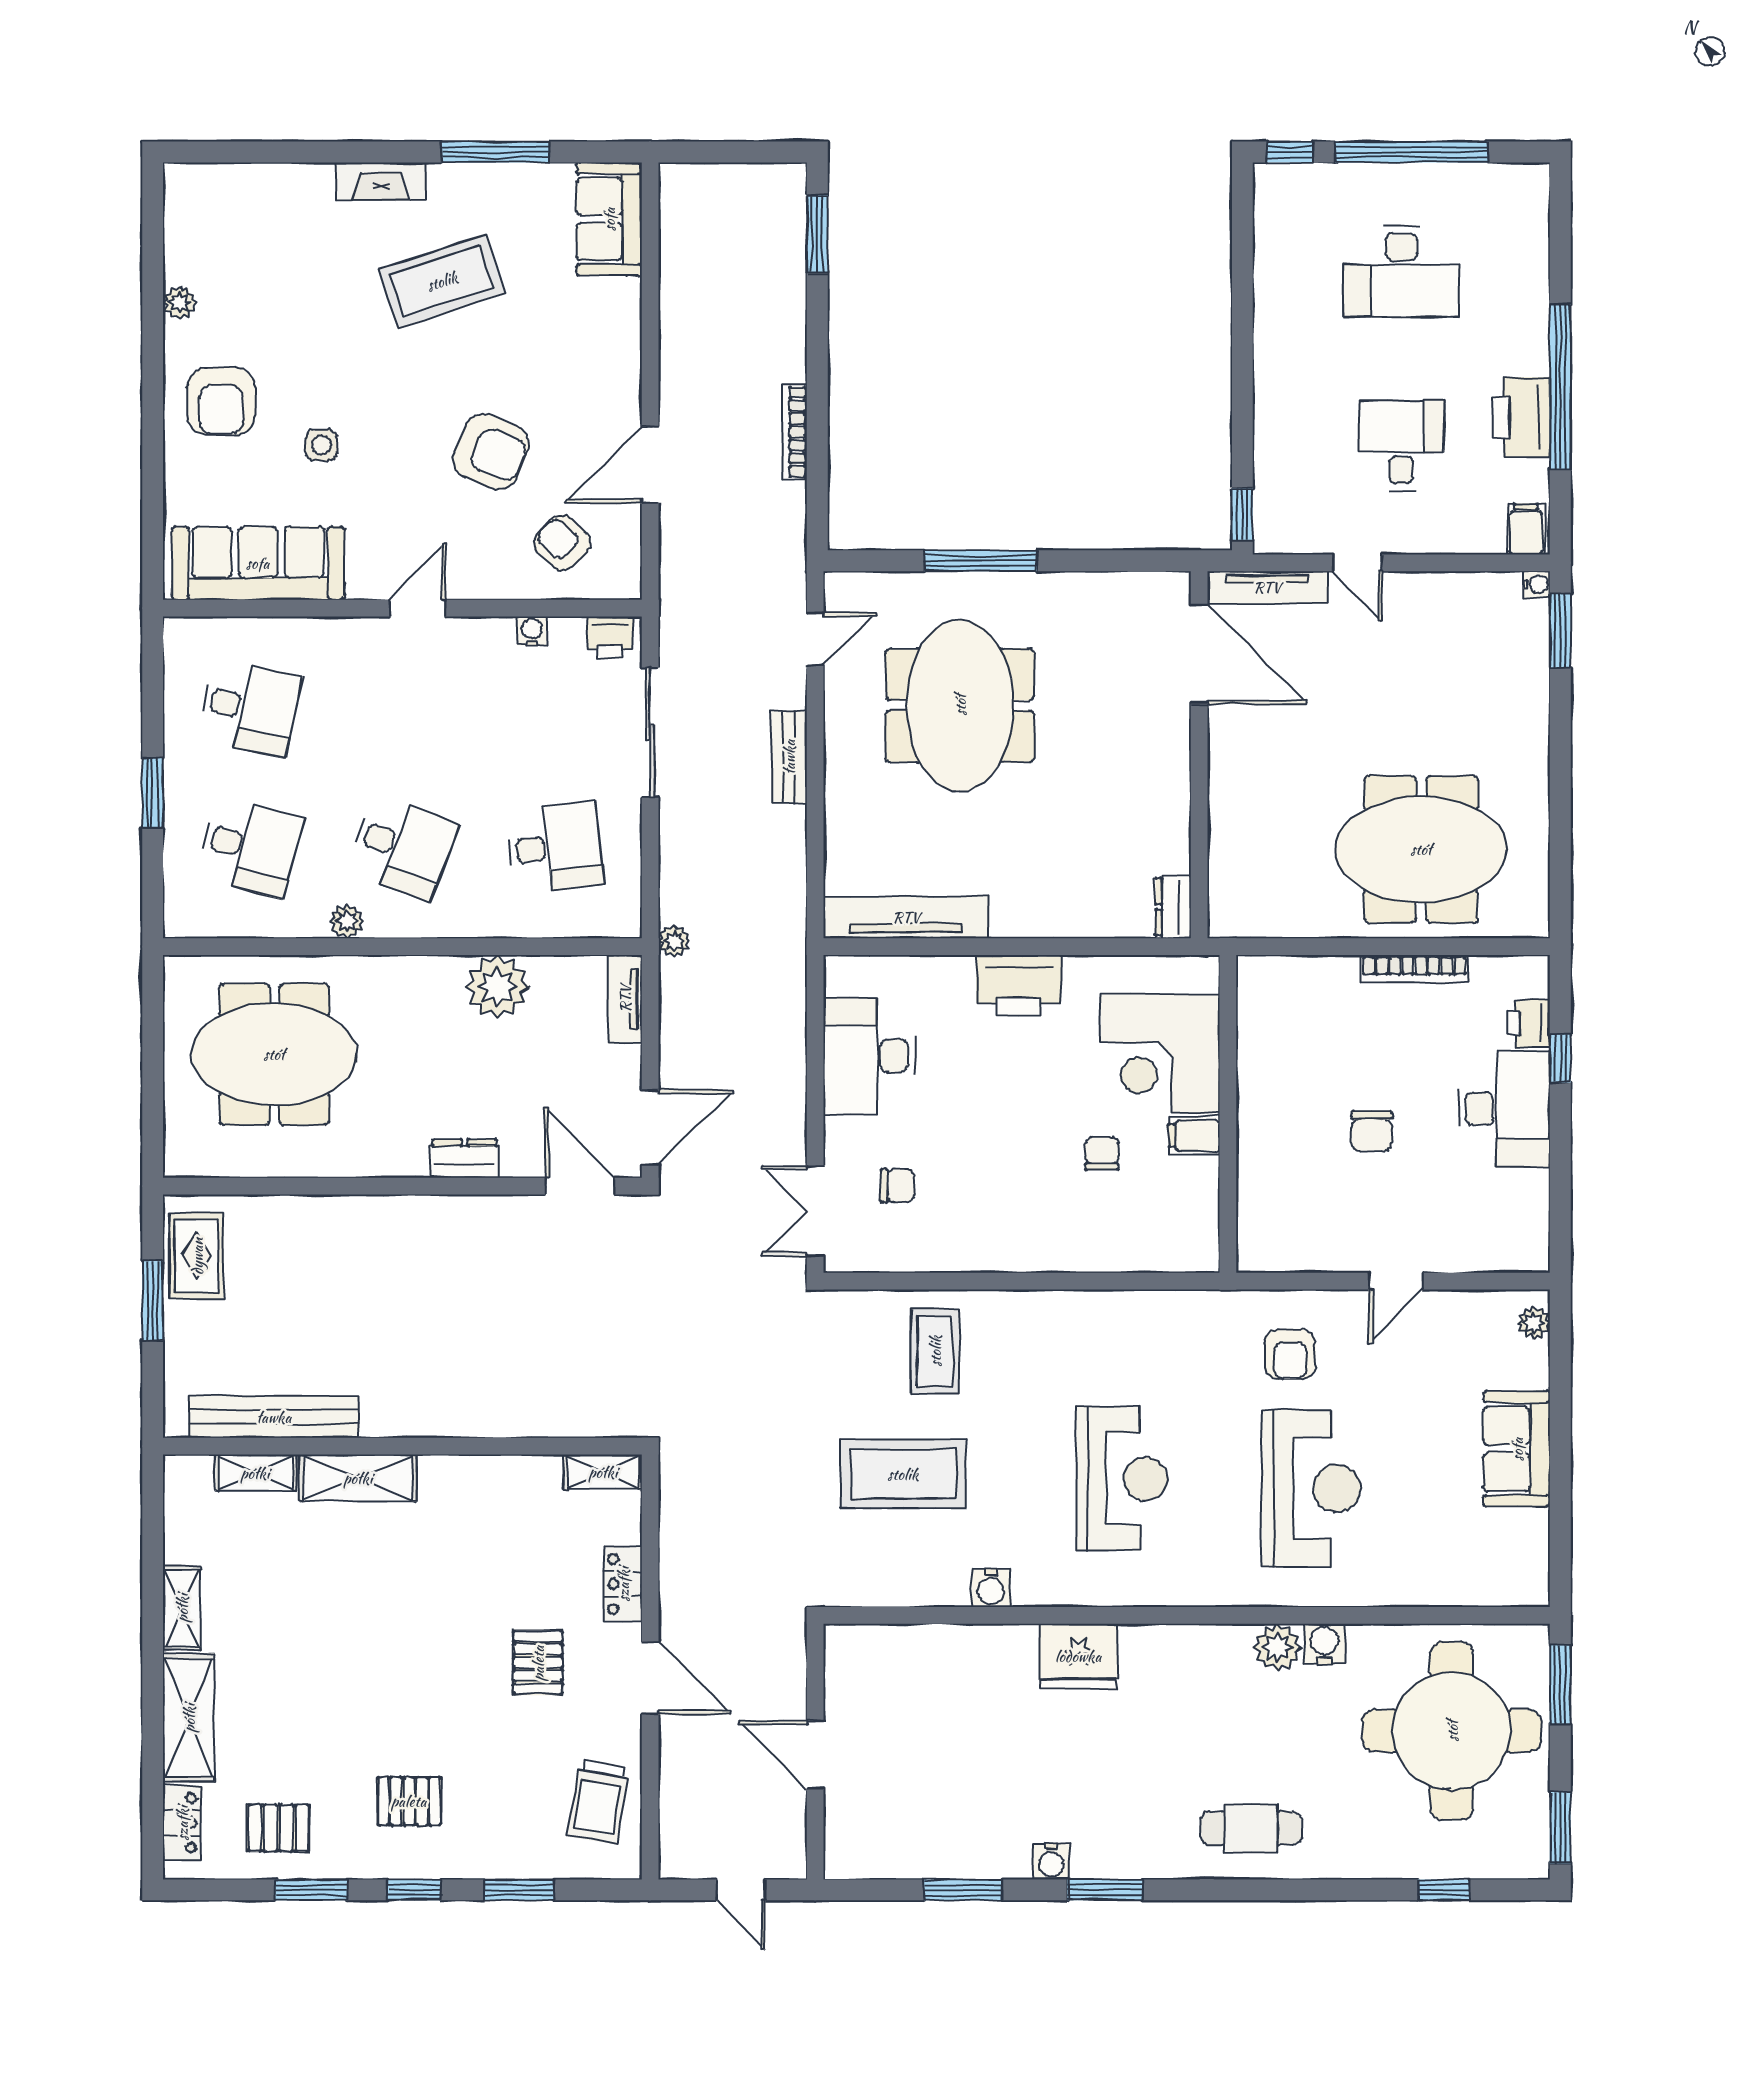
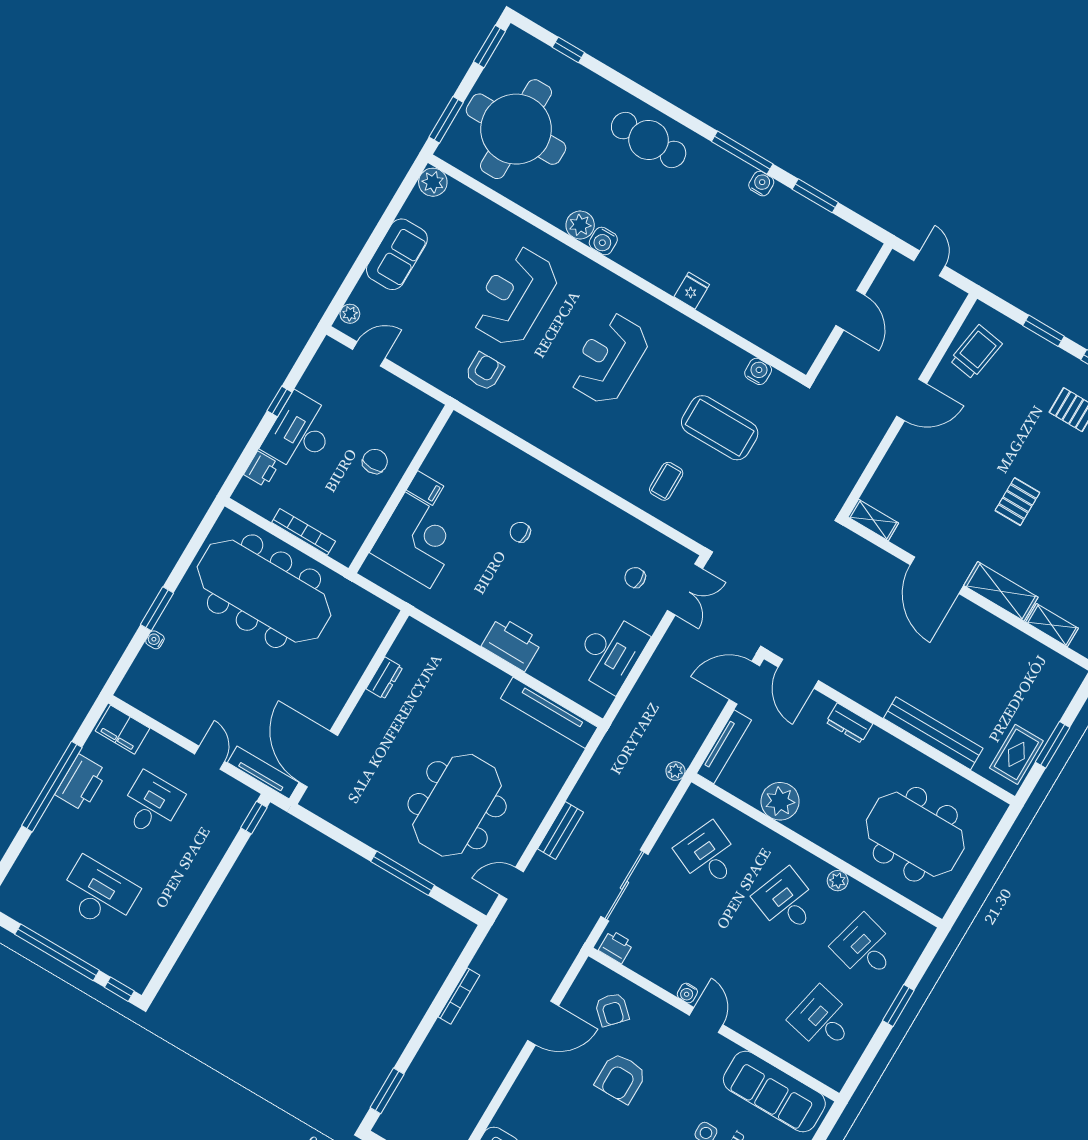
desk: (1401, 445) -> (151, 805), turned 180
armchair: (491, 452) -> (621, 1078), turned -113
filing cabinet: (1526, 529) -> (123, 730), width x2.00
water cooler: (1537, 584) -> (155, 640), moved
door: (417, 608) -> (706, 1020), swing flipped
water cooler: (532, 631) -> (687, 993), moved
window: (1560, 631) -> (157, 609), moved
desk: (555, 847) -> (708, 855), turned 30
meeting table: (1421, 849) -> (264, 591), width x1.36
dresser: (1173, 907) -> (384, 678), moved
tv unit: (625, 999) -> (724, 747), width x1.41
corner desk: (1160, 1054) -> (418, 540), moved
window: (1560, 1059) -> (280, 401), moved
wall: (1228, 1114) -> (401, 489), moved
filing cabinet: (1194, 1136) -> (425, 488), moved
chair: (1102, 1153) -> (520, 532), turned 90
door: (1396, 1281) -> (369, 354), moved
coffee table: (935, 1351) -> (666, 481), width x0.73, depth x0.77
bench: (274, 1417) -> (933, 733), moved
door: (464, 1446) -> (937, 575), added
plant: (1526, 1583) -> (433, 182), added
locker: (623, 1584) -> (897, 456), removed
water cooler: (991, 1588) -> (758, 371), moved
water cooler: (1325, 1644) -> (603, 241), moved
fridge: (1078, 1656) -> (692, 291), width x0.53, depth x0.75
pallet: (538, 1663) -> (1017, 502), moved
door: (650, 1678) -> (912, 400), swing flipped
cafe table: (1251, 1828) -> (649, 140), width x1.37, depth x1.35
window: (1105, 1890) -> (742, 153), width x1.44

